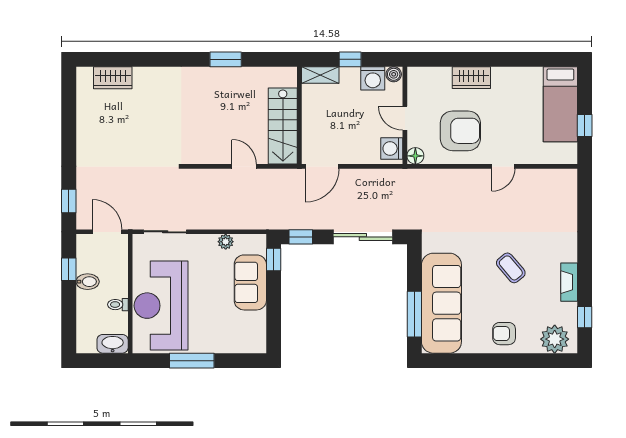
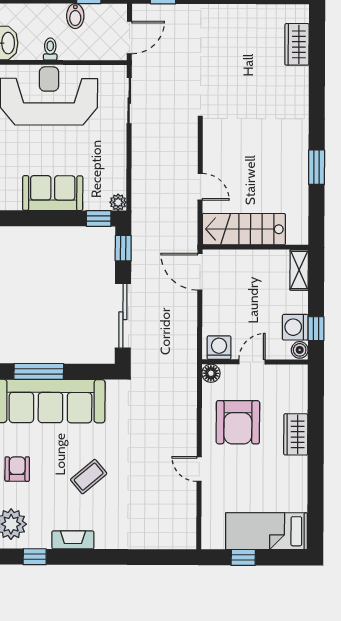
window: (350, 59) -> (316, 329), moved
door: (244, 166) -> (200, 187), hinge flipped
plant: (226, 242) -> (118, 202), moved
sofa: (250, 282) -> (53, 193), moved

